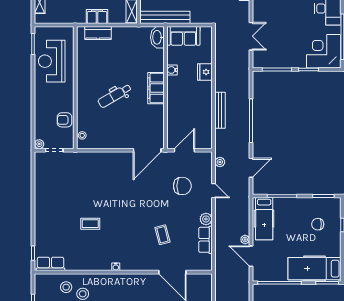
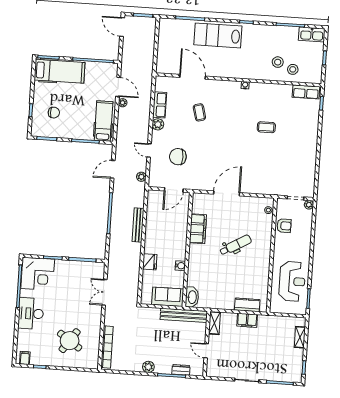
filing cabinet: (156, 88) -> (198, 229), moved
door: (147, 150) -> (227, 193), moved

